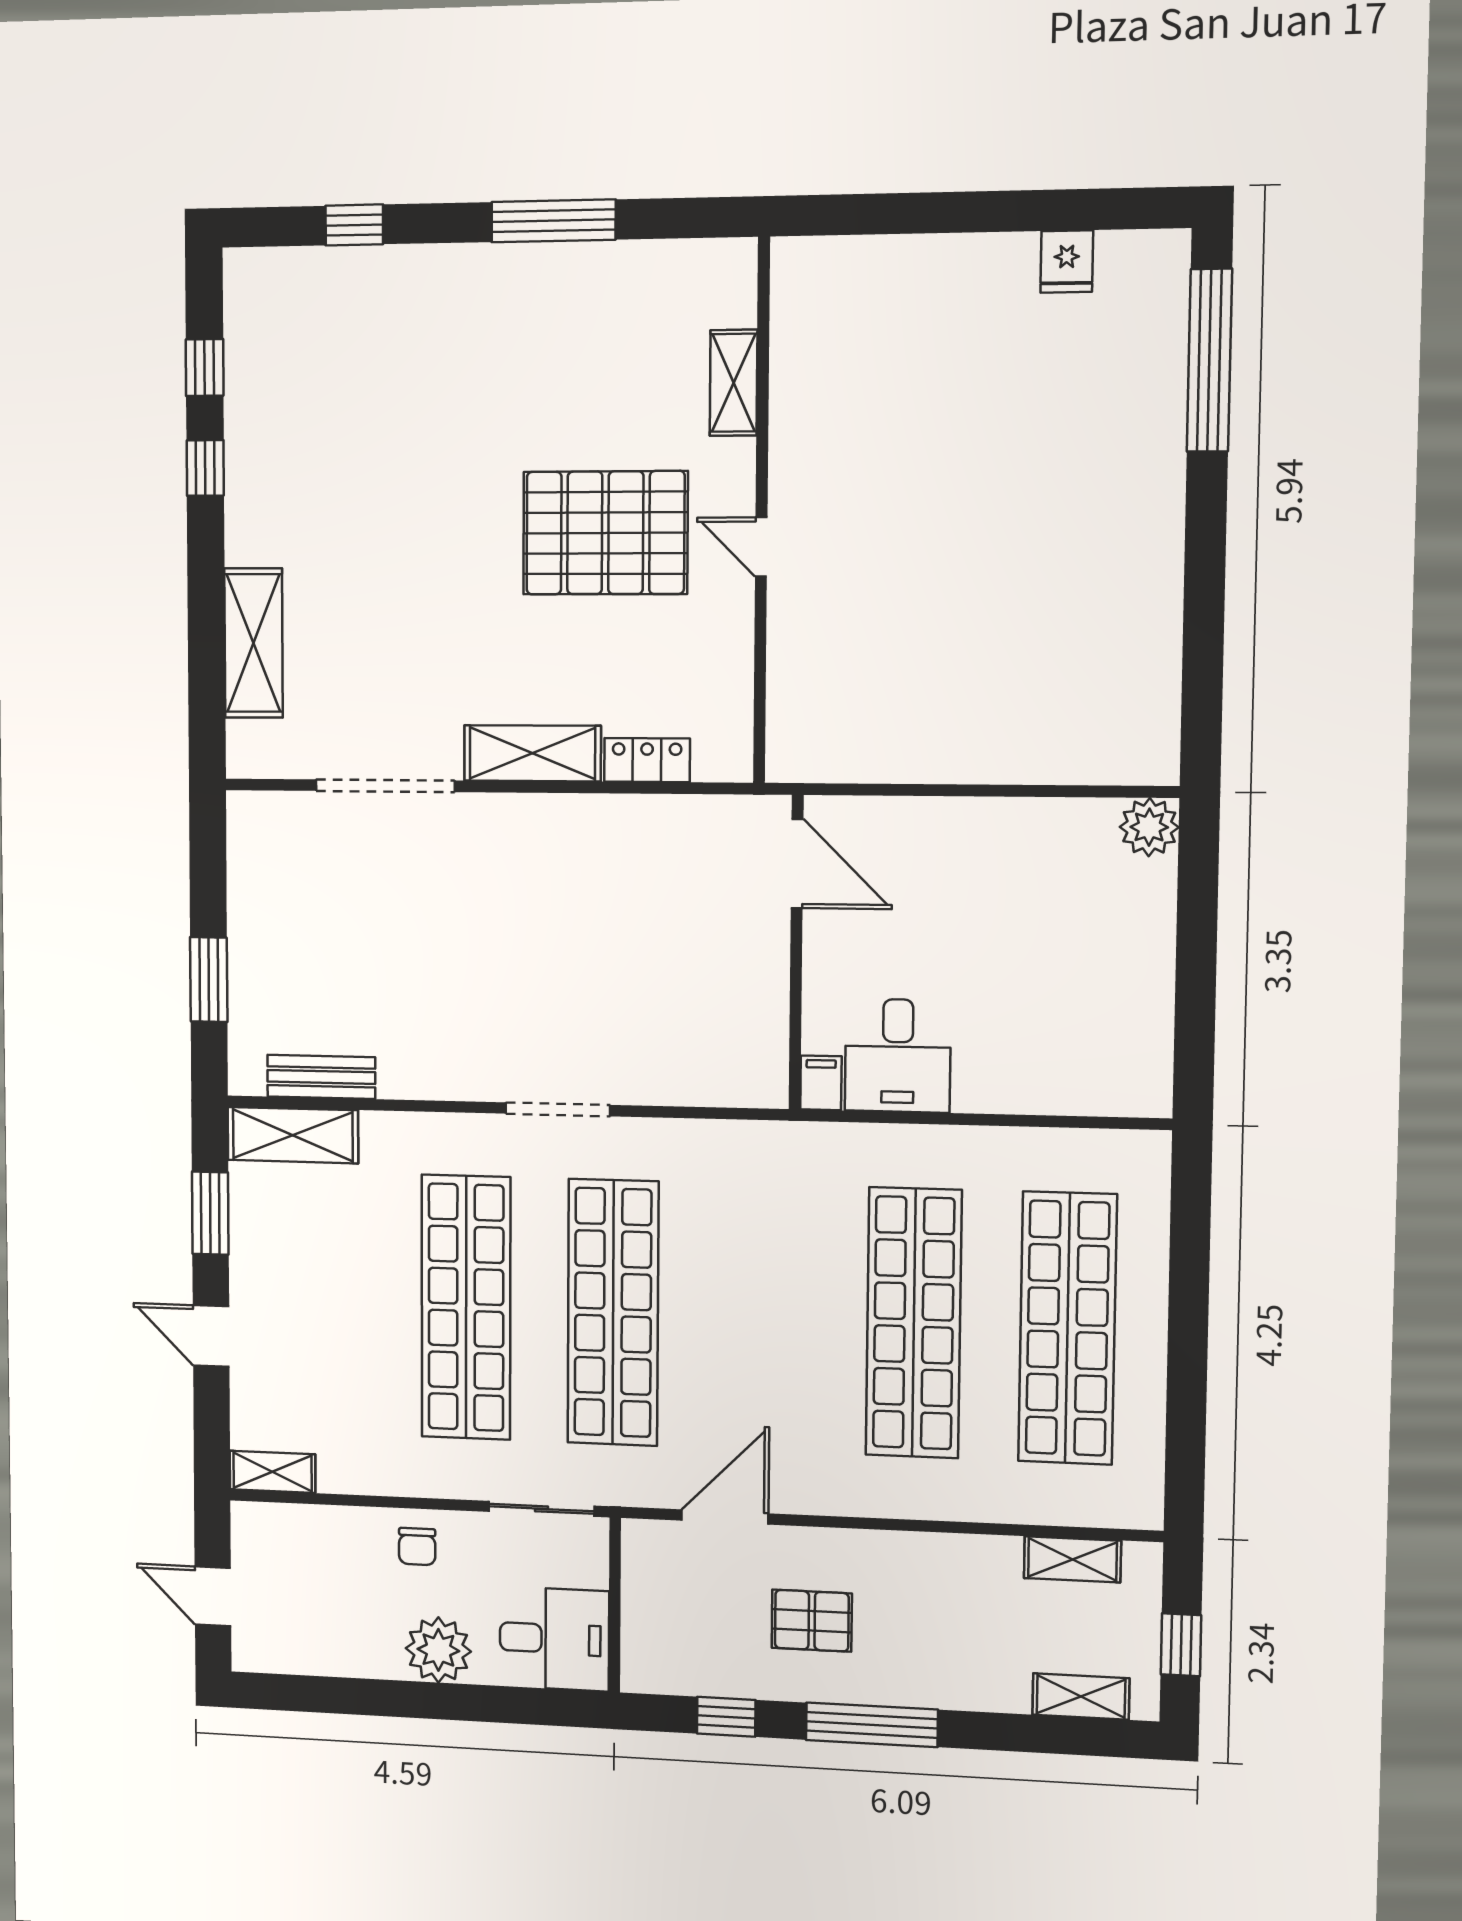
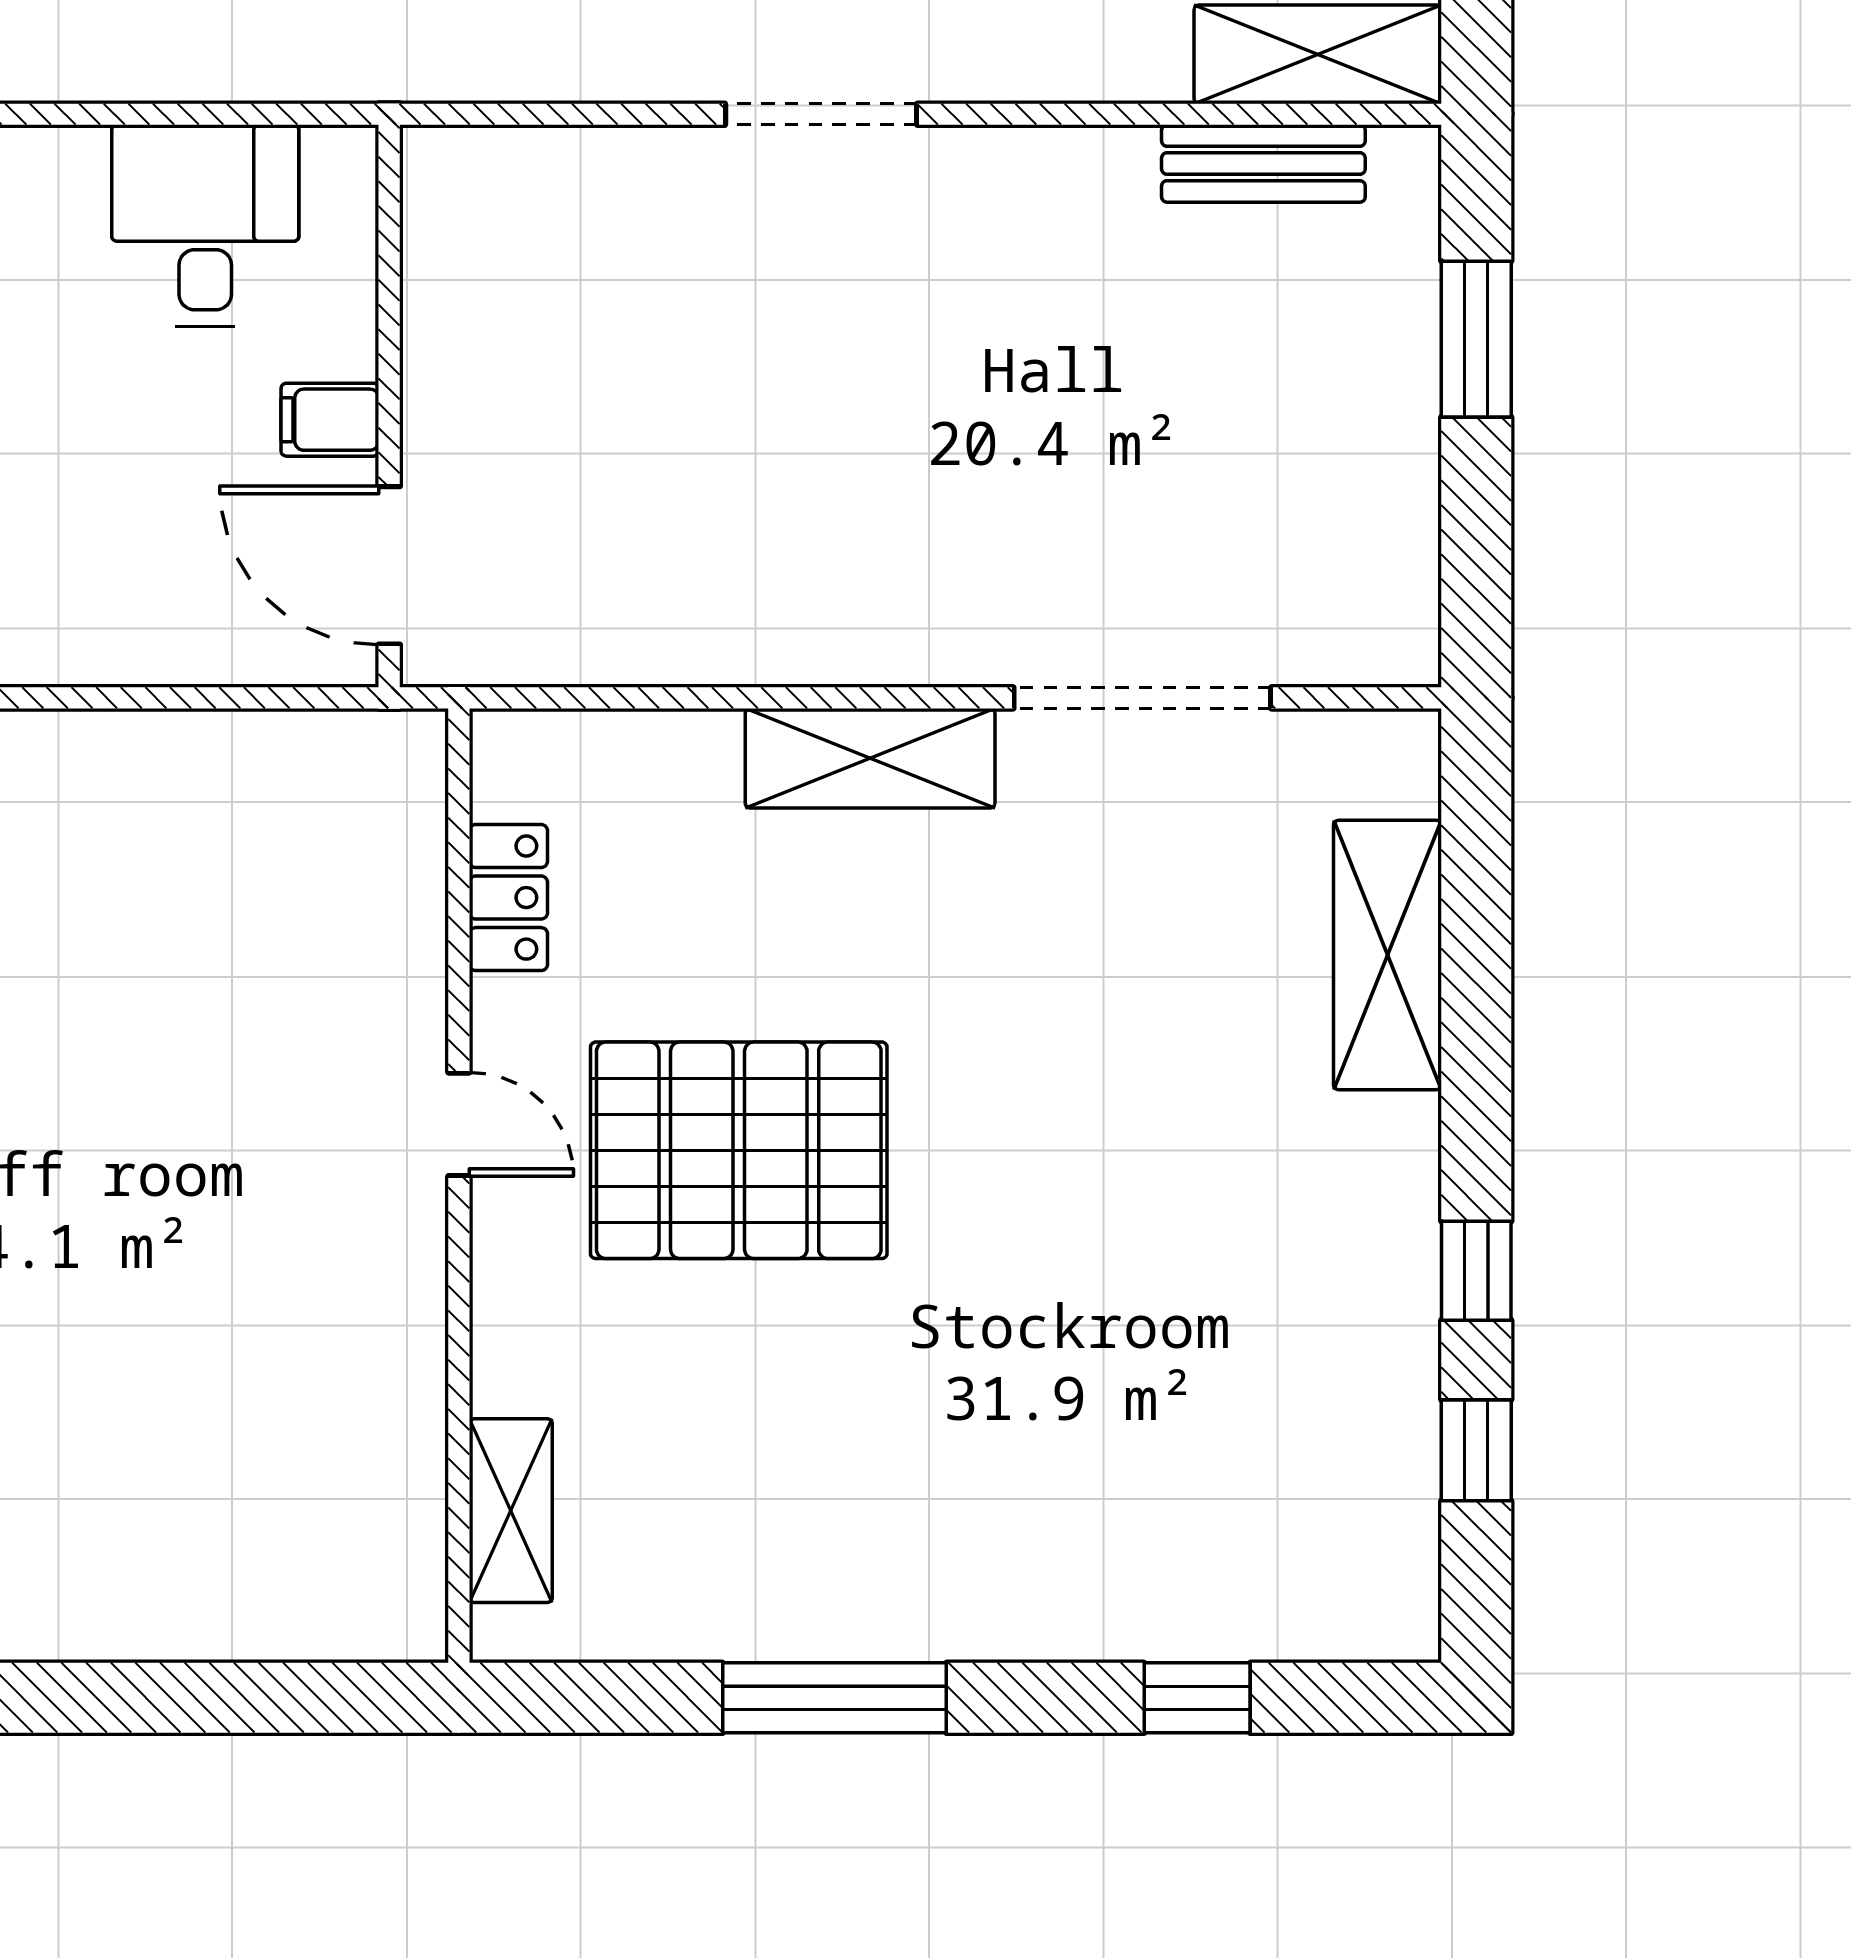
shelving: (733, 383) -> (511, 1511), moved
locker: (647, 760) -> (508, 898), moved, turned -90
filing cabinet: (821, 1083) -> (330, 420), moved, turned 90

